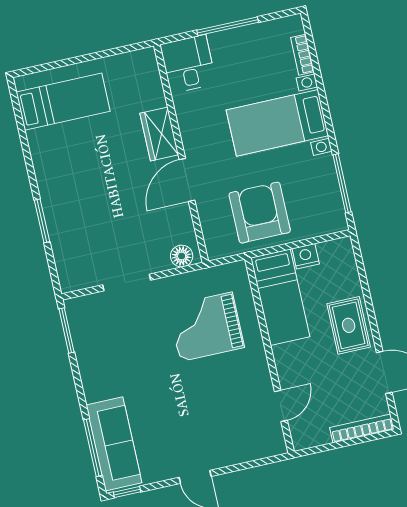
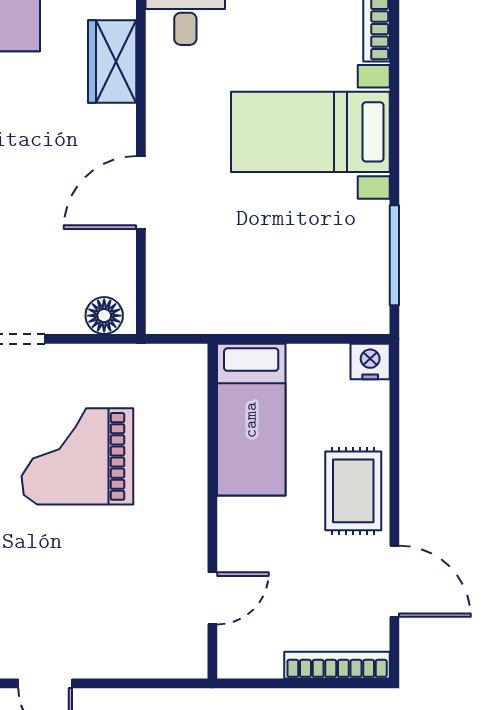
wardrobe: (159, 134) -> (112, 62), moved
armchair: (260, 213) -> (248, 273), removed
nightstand: (306, 256) -> (370, 362), moved
grand piano: (206, 327) -> (77, 456), moved

